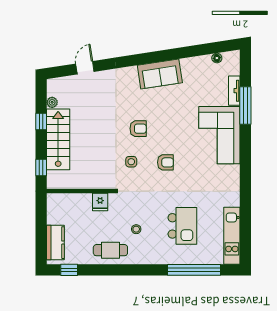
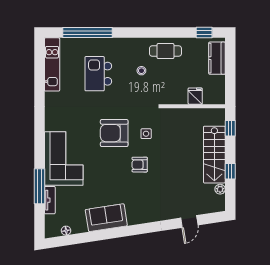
sofa: (160, 74) -> (106, 218), moved
armchair: (165, 162) -> (114, 133), width x1.88, depth x1.88
fridge: (100, 202) -> (195, 96), moved

